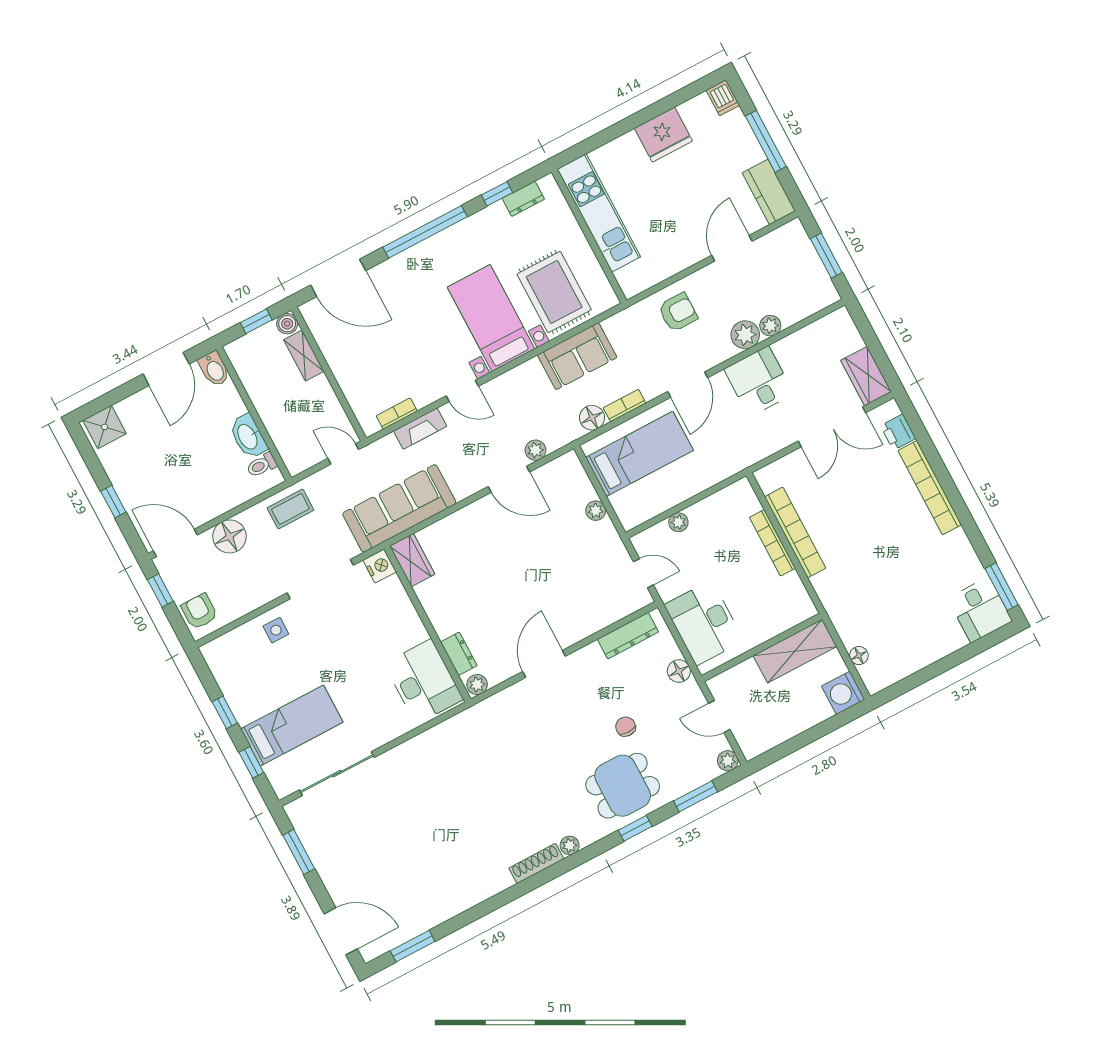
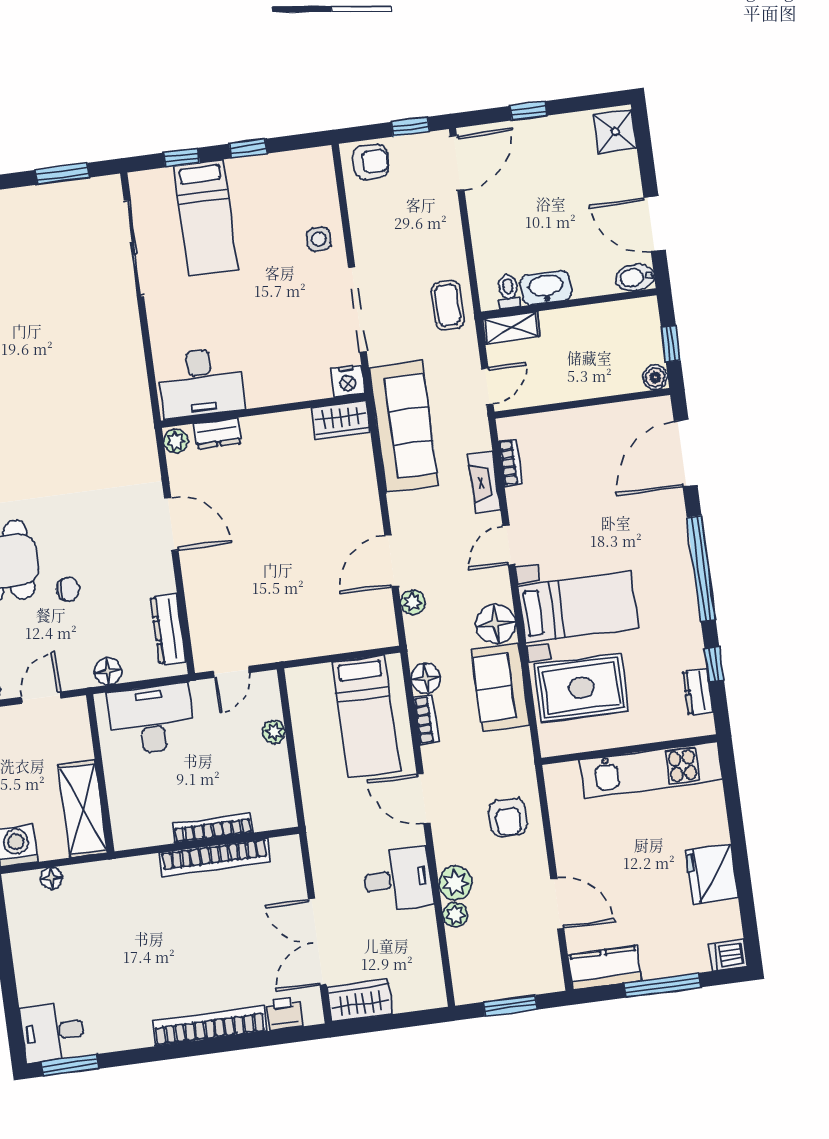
shelving: (304, 355) -> (511, 328), moved
plant: (596, 511) -> (321, 644), removed
floor lamp: (229, 536) -> (496, 624), moved

